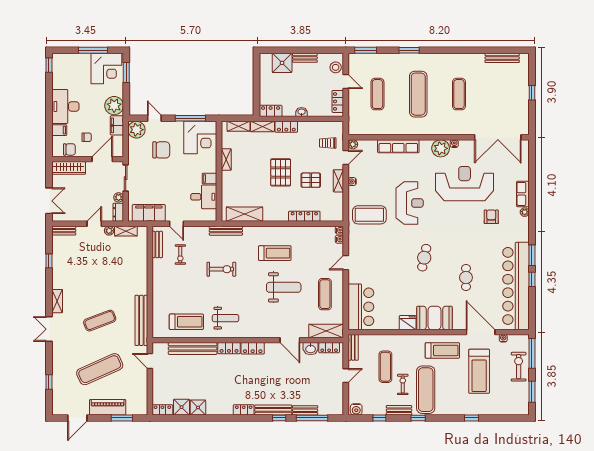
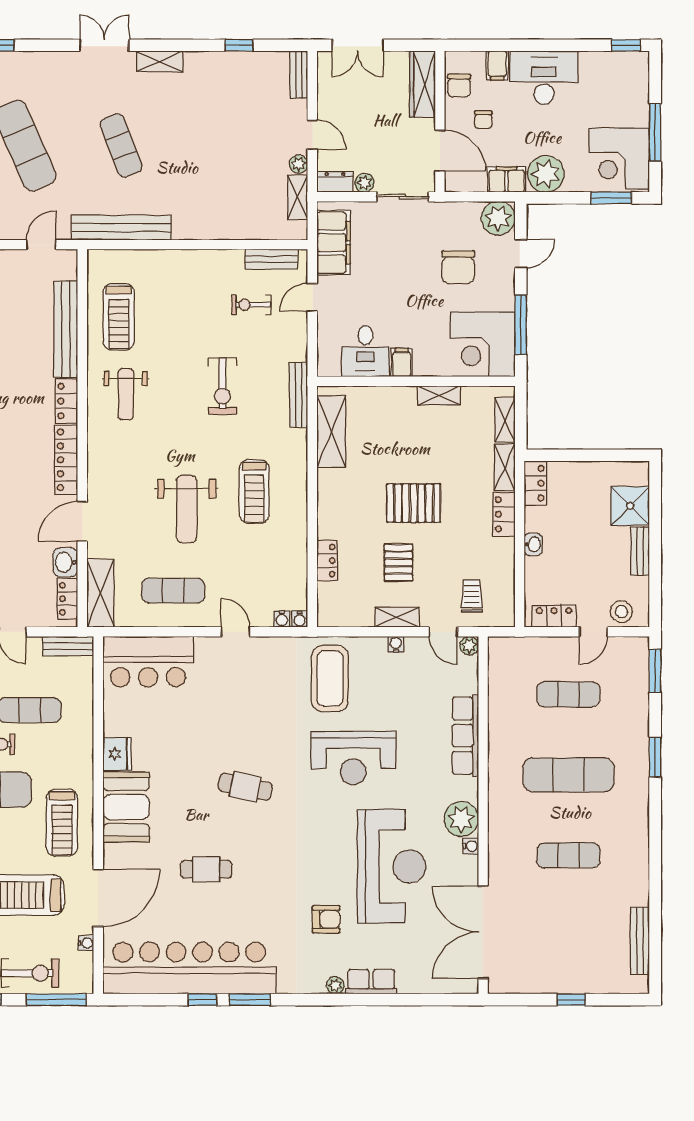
locker: (304, 216) -> (327, 561), width x0.66
locker: (253, 348) -> (66, 460), width x1.53

